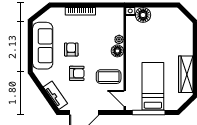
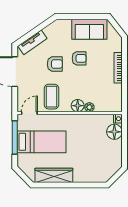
sofa: (43, 46) -> (89, 29), width x0.73
armchair: (77, 73) -> (55, 64), turned -90

